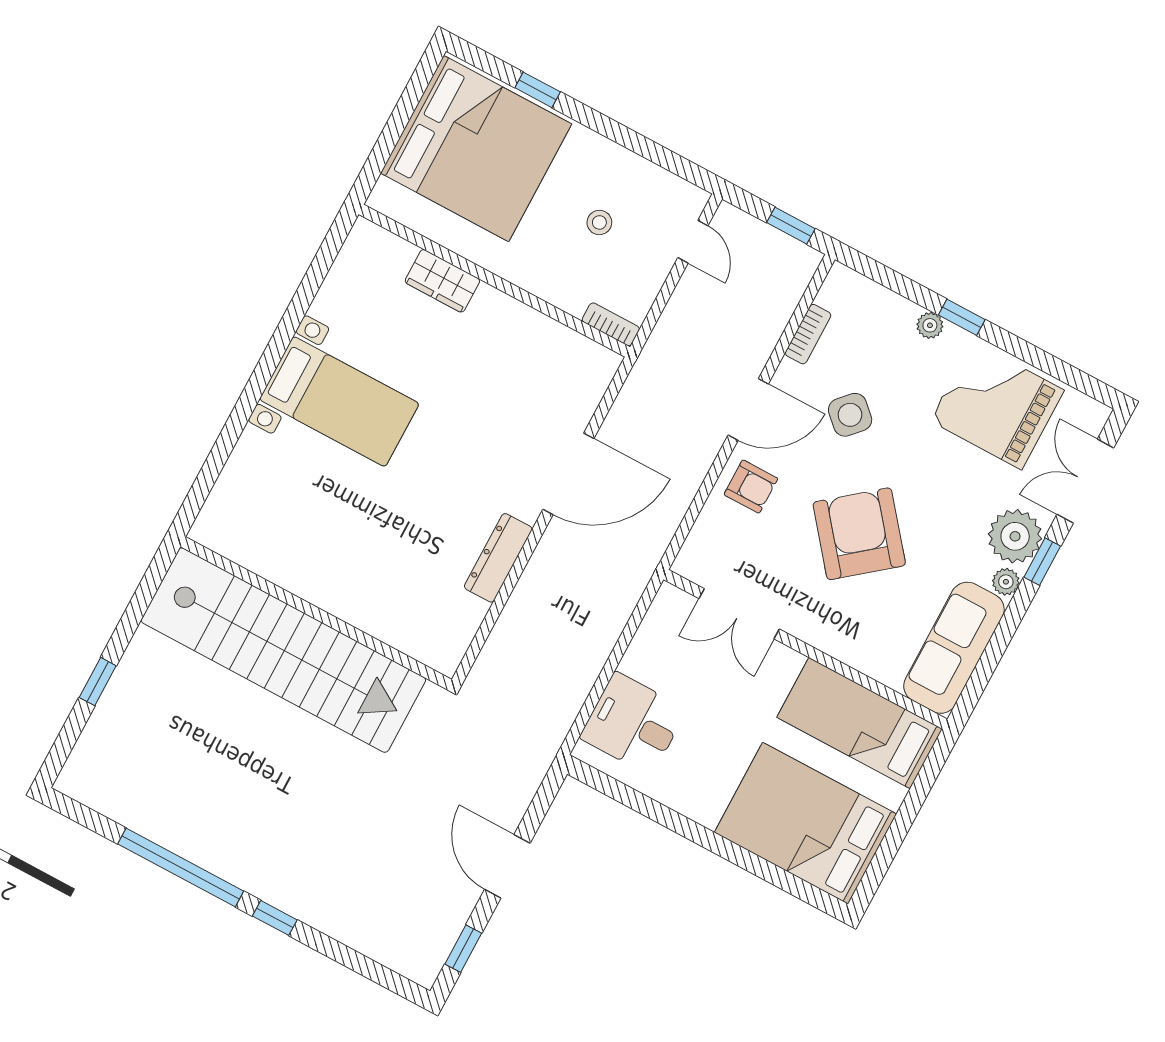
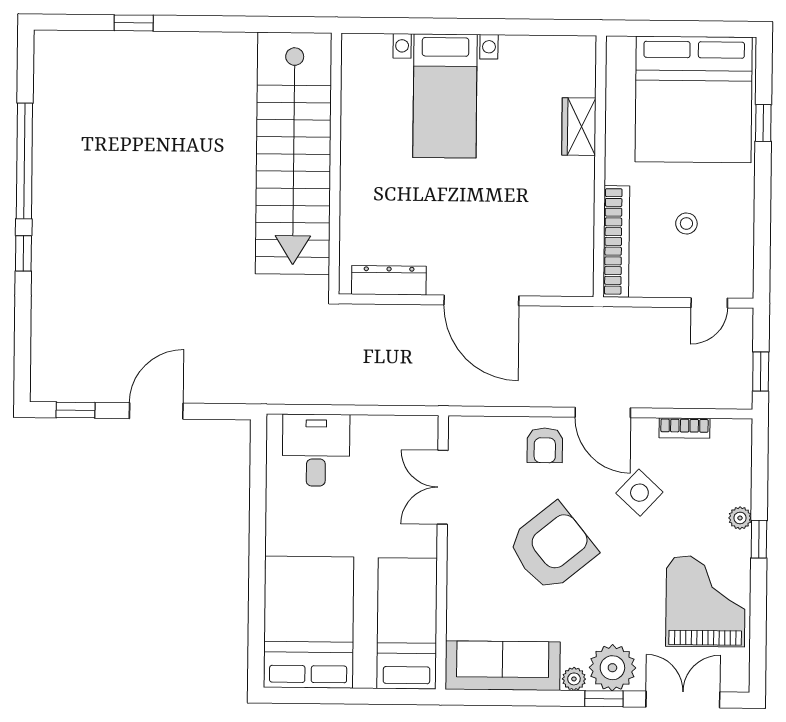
bookcase: (611, 324) -> (616, 241), width x2.31, depth x1.31
wall: (316, 613) -> (335, 164), moved
stairs: (283, 650) -> (294, 153), moved

